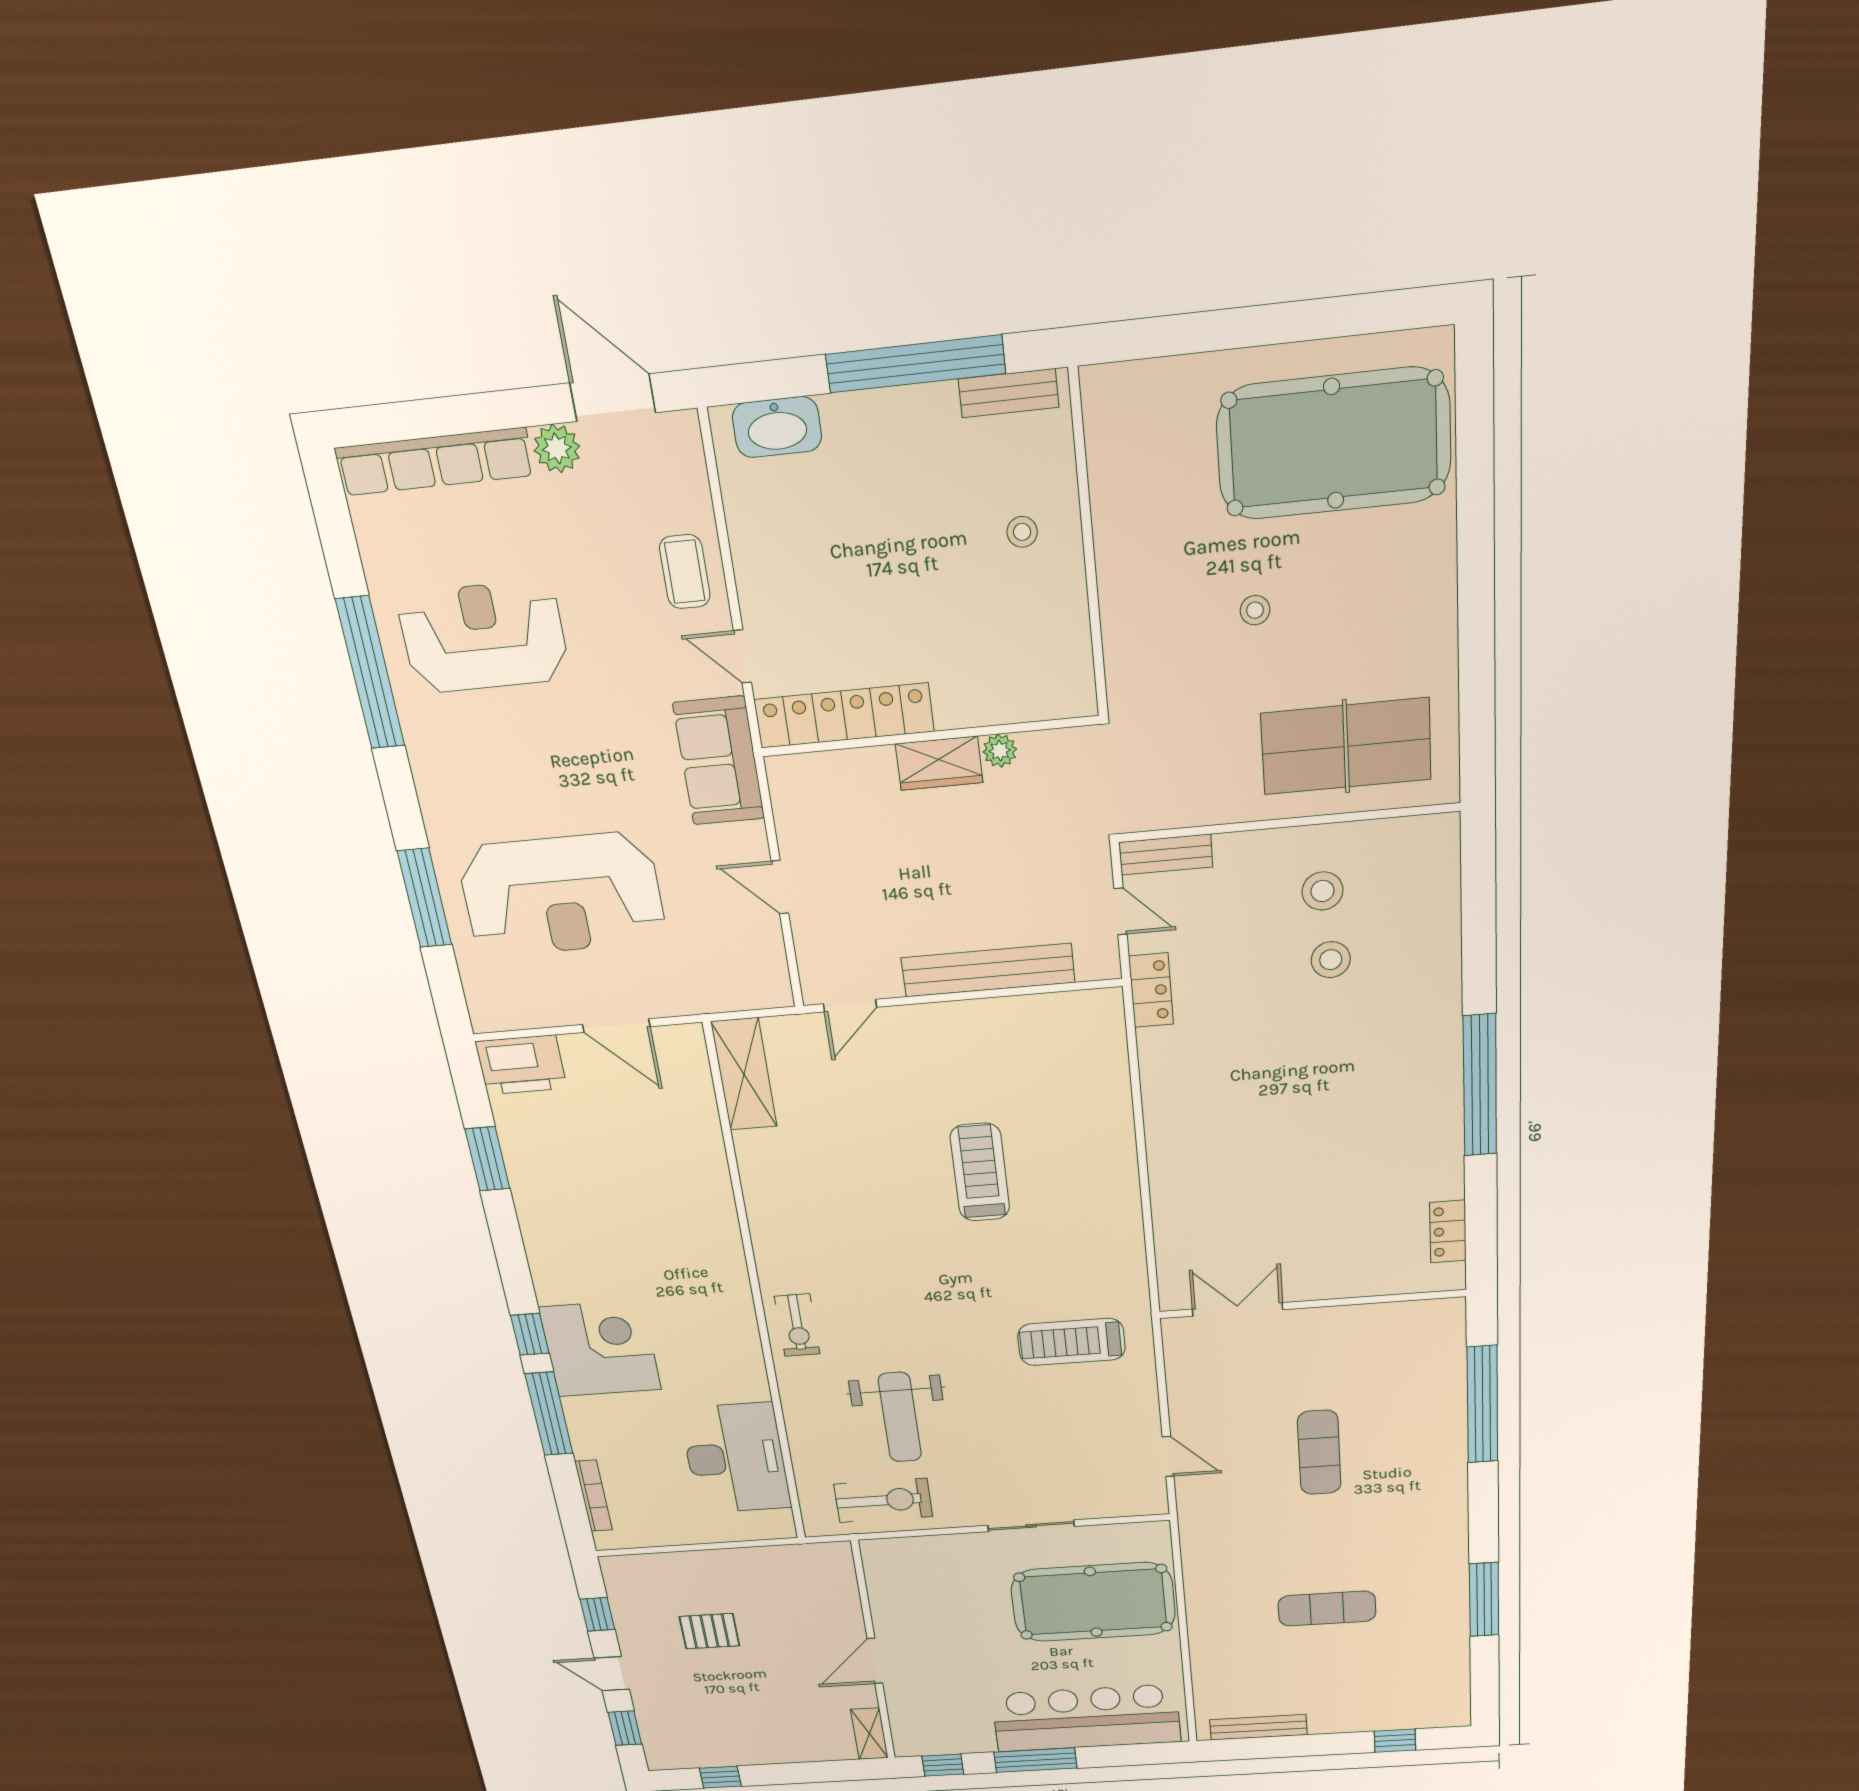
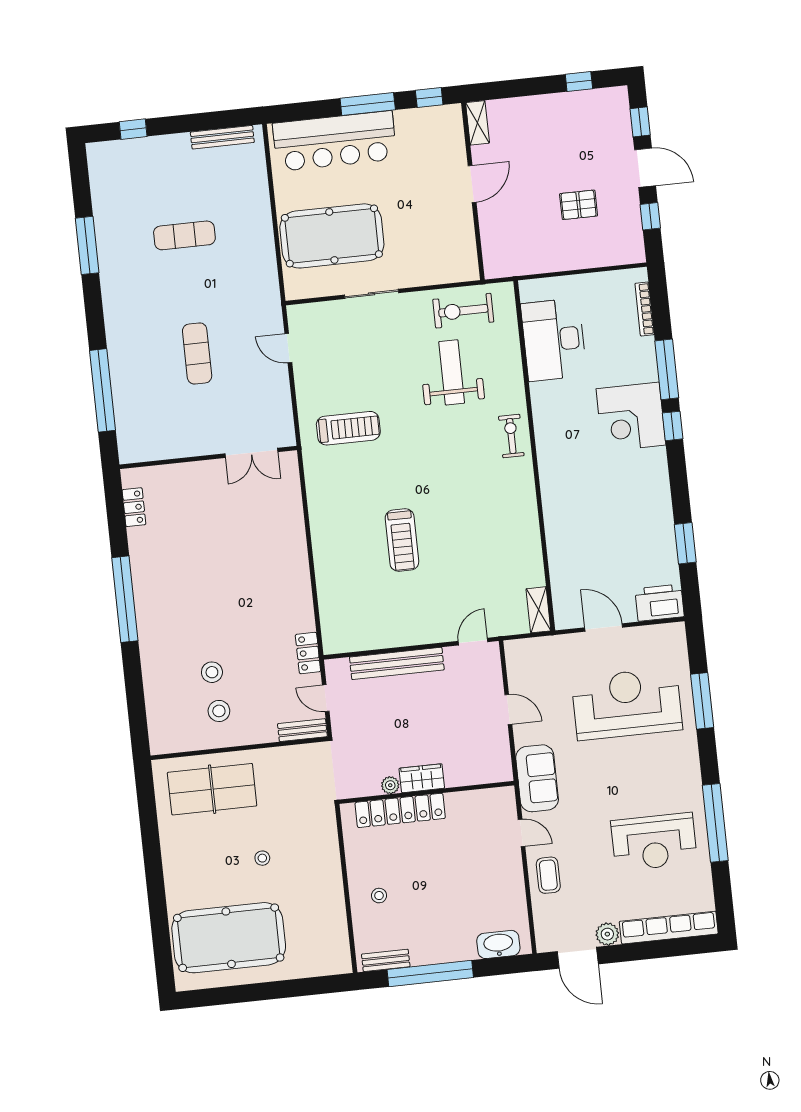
locker: (844, 716) -> (400, 810), moved
shelving: (744, 1074) -> (538, 610), width x0.67, depth x0.75
door: (612, 1674) -> (645, 168), width x1.38

